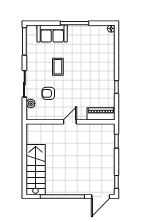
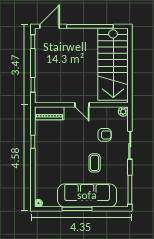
sofa: (52, 33) -> (87, 195), width x1.85, depth x1.27
plant: (31, 104) -> (123, 112), moved
door: (70, 122) -> (82, 105), hinge flipped
stairs: (36, 170) -> (113, 64), width x1.36, depth x1.51

